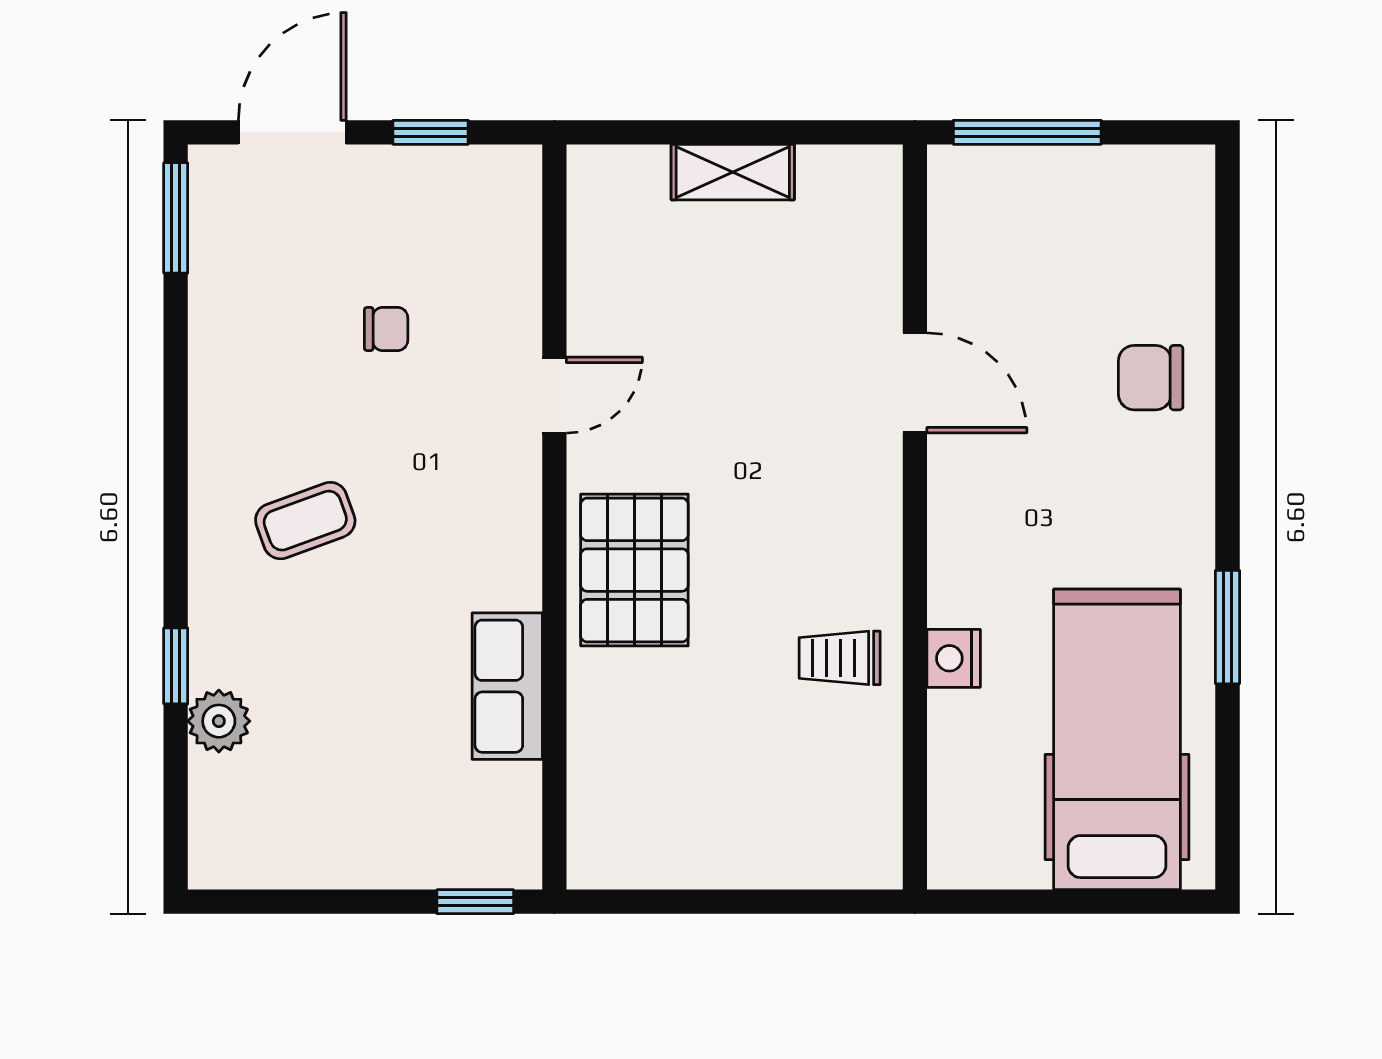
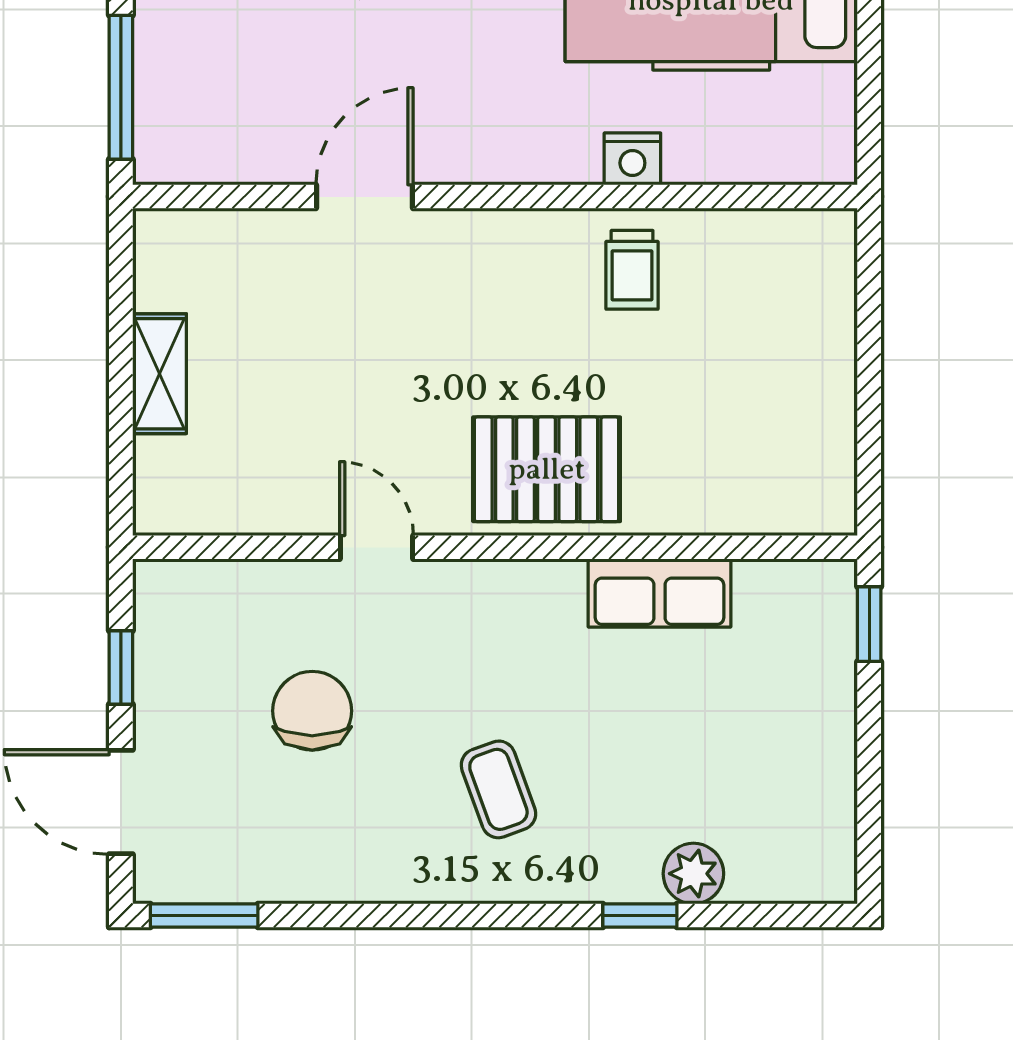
chair: (386, 329) -> (312, 711), width x1.87, depth x1.87

